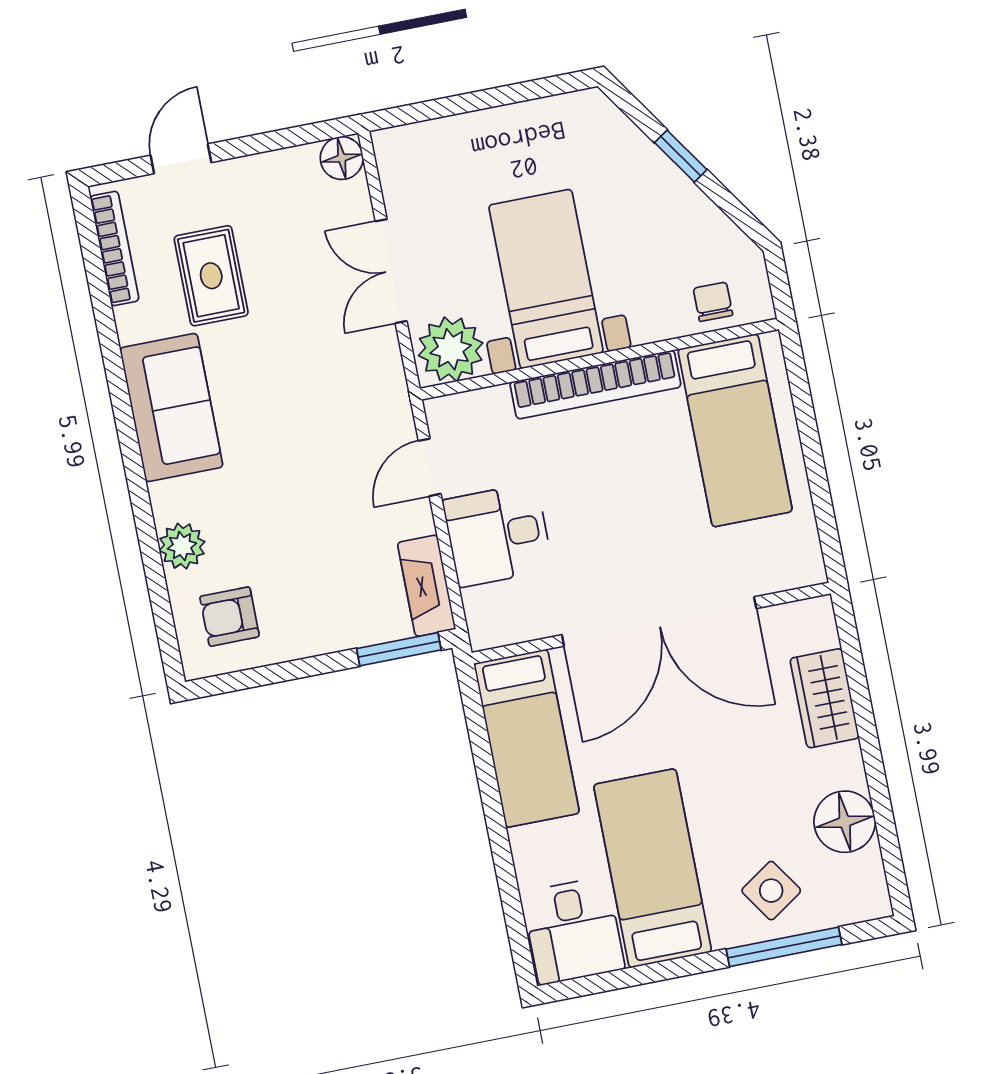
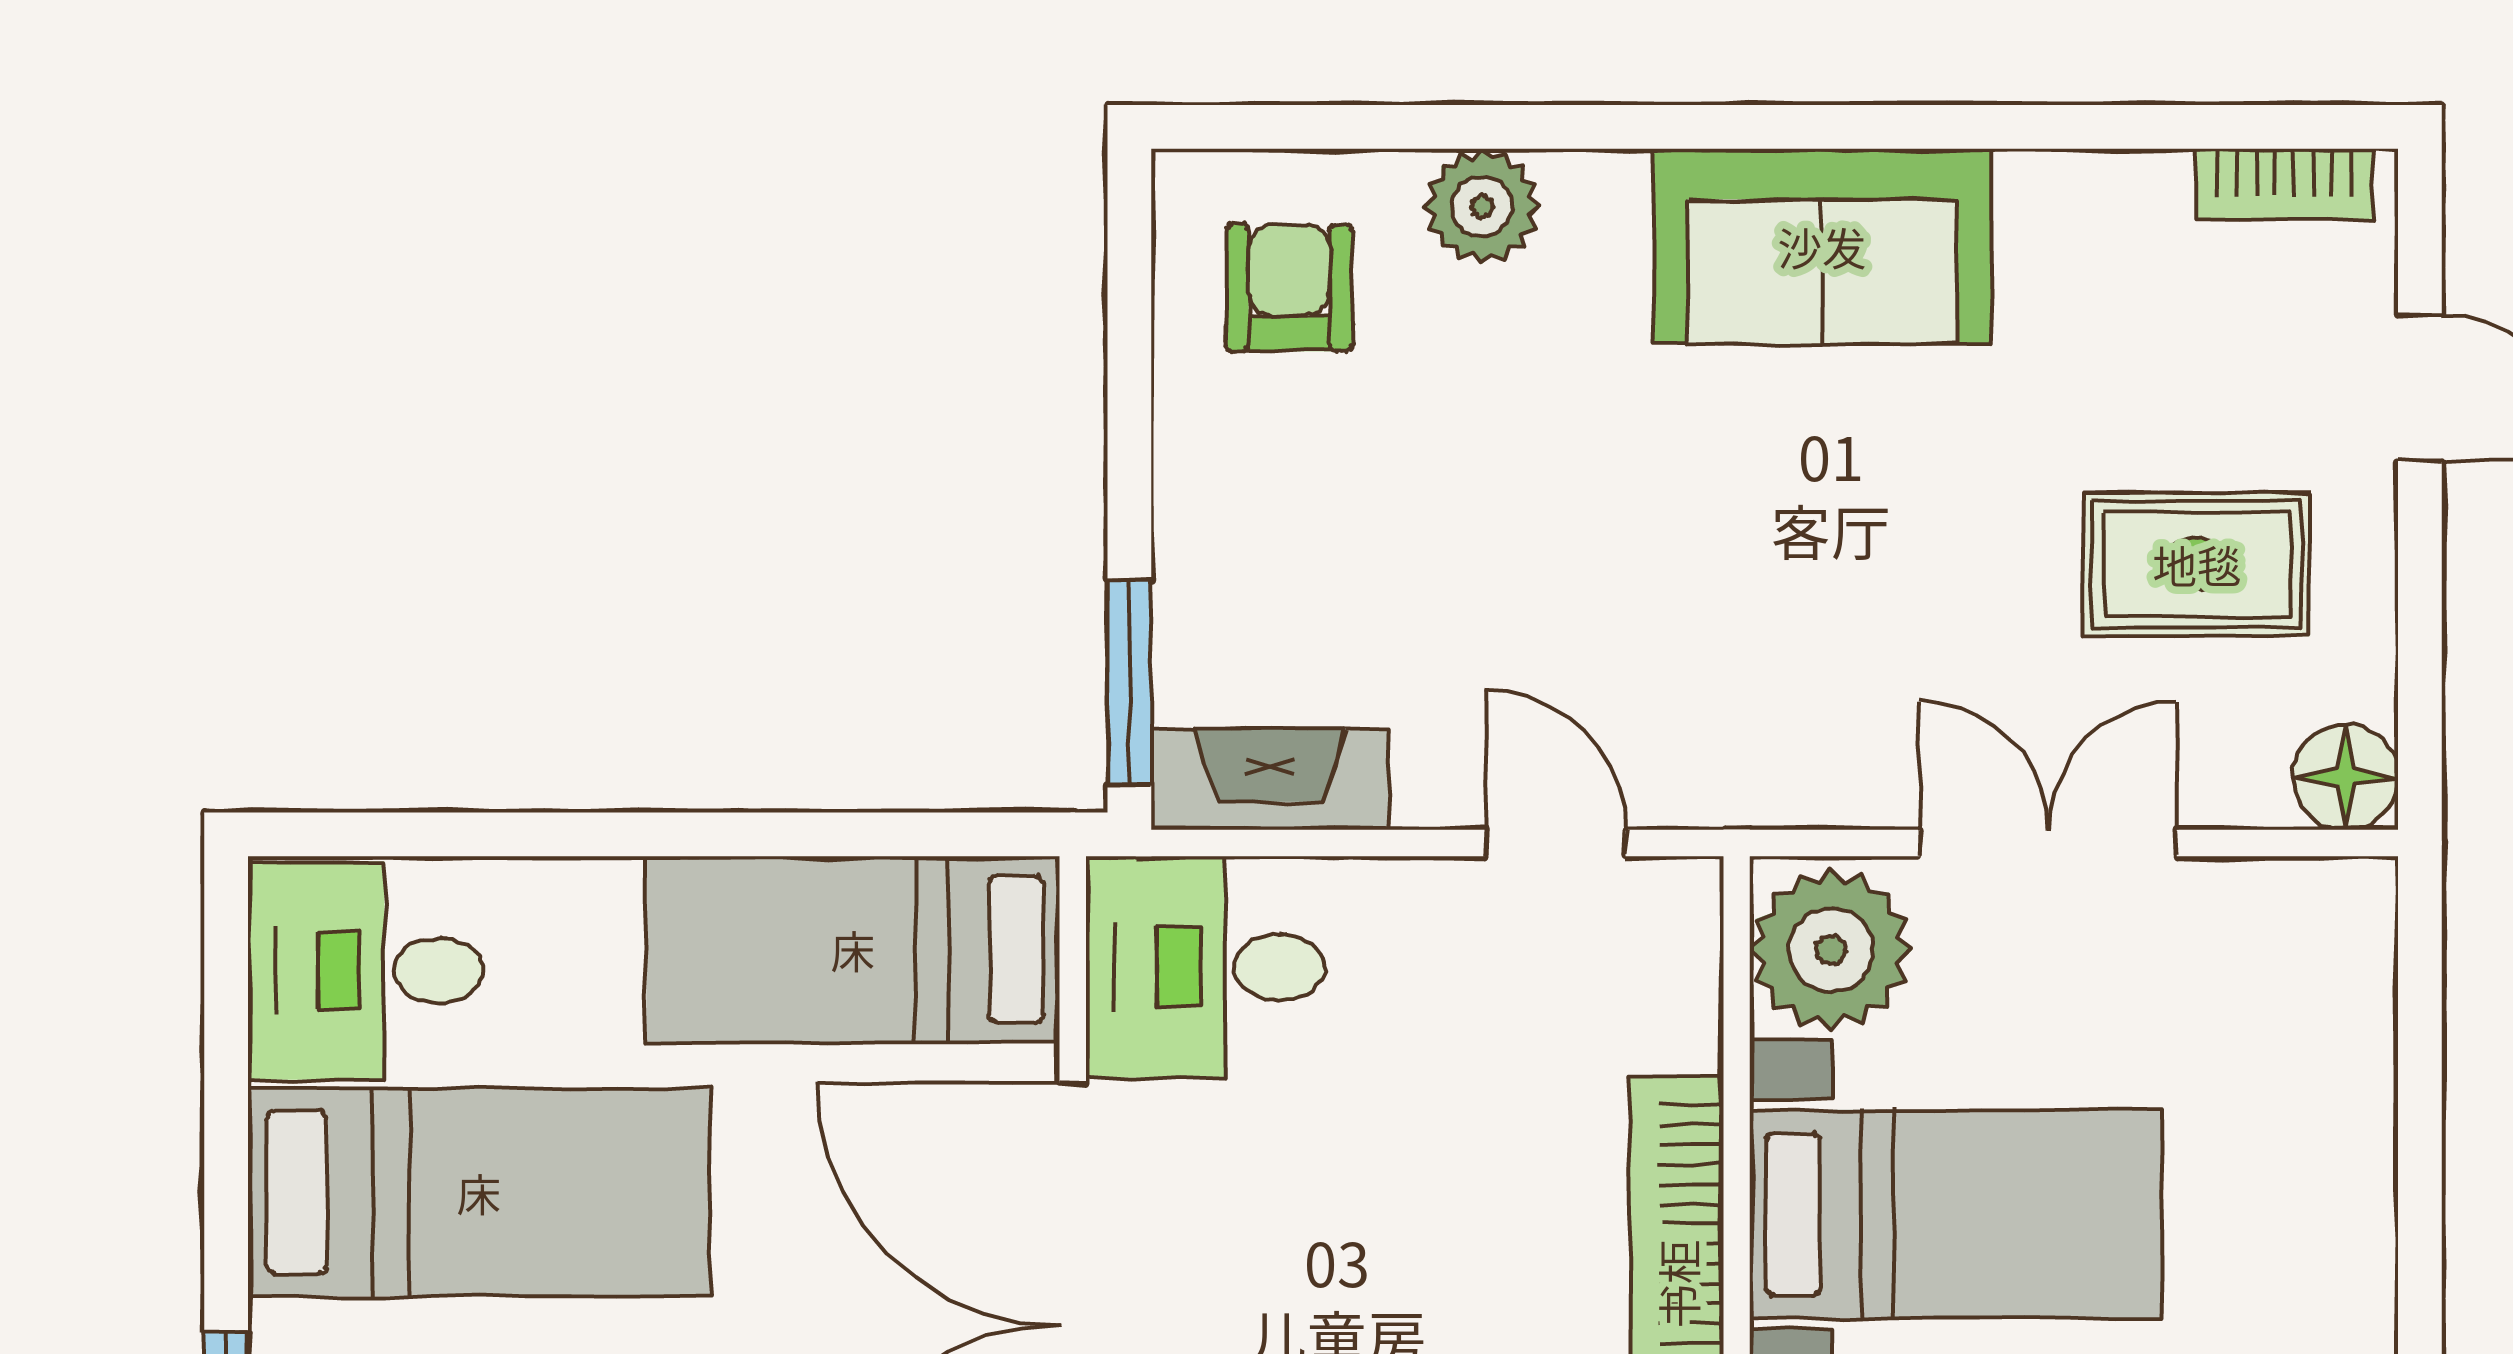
bookcase: (114, 249) -> (2284, 184), width x0.64
rug: (211, 276) -> (2197, 564), moved
desk: (498, 535) -> (1205, 967), moved, turned -90

